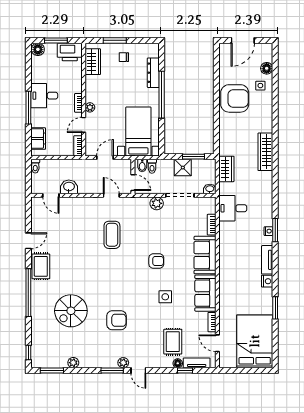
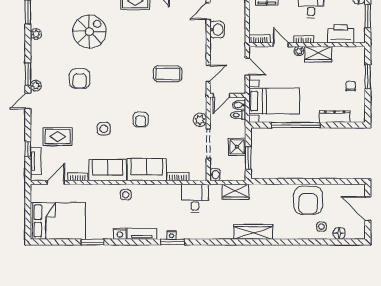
printer: (70, 52) -> (341, 34), moved, turned 90
wardrobe: (93, 62) -> (318, 54), moved
window: (162, 95) -> (296, 125), moved
side table: (229, 275) -> (126, 195), added
spiral stairs: (71, 311) -> (89, 32), turned 90
floor lamp: (178, 363) -> (35, 142), removed

